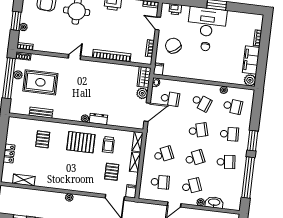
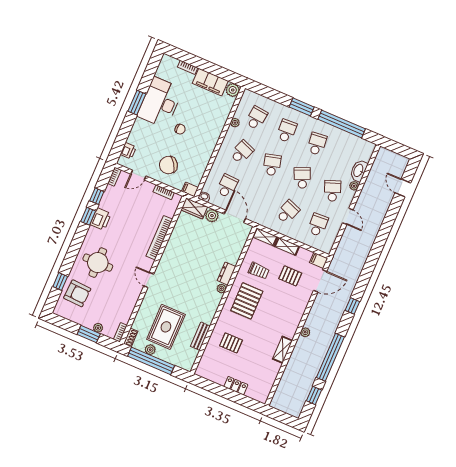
desk: (207, 22) -> (160, 103), moved
school desk: (163, 154) -> (288, 212), turned 45
shelving: (24, 180) -> (283, 350), moved

